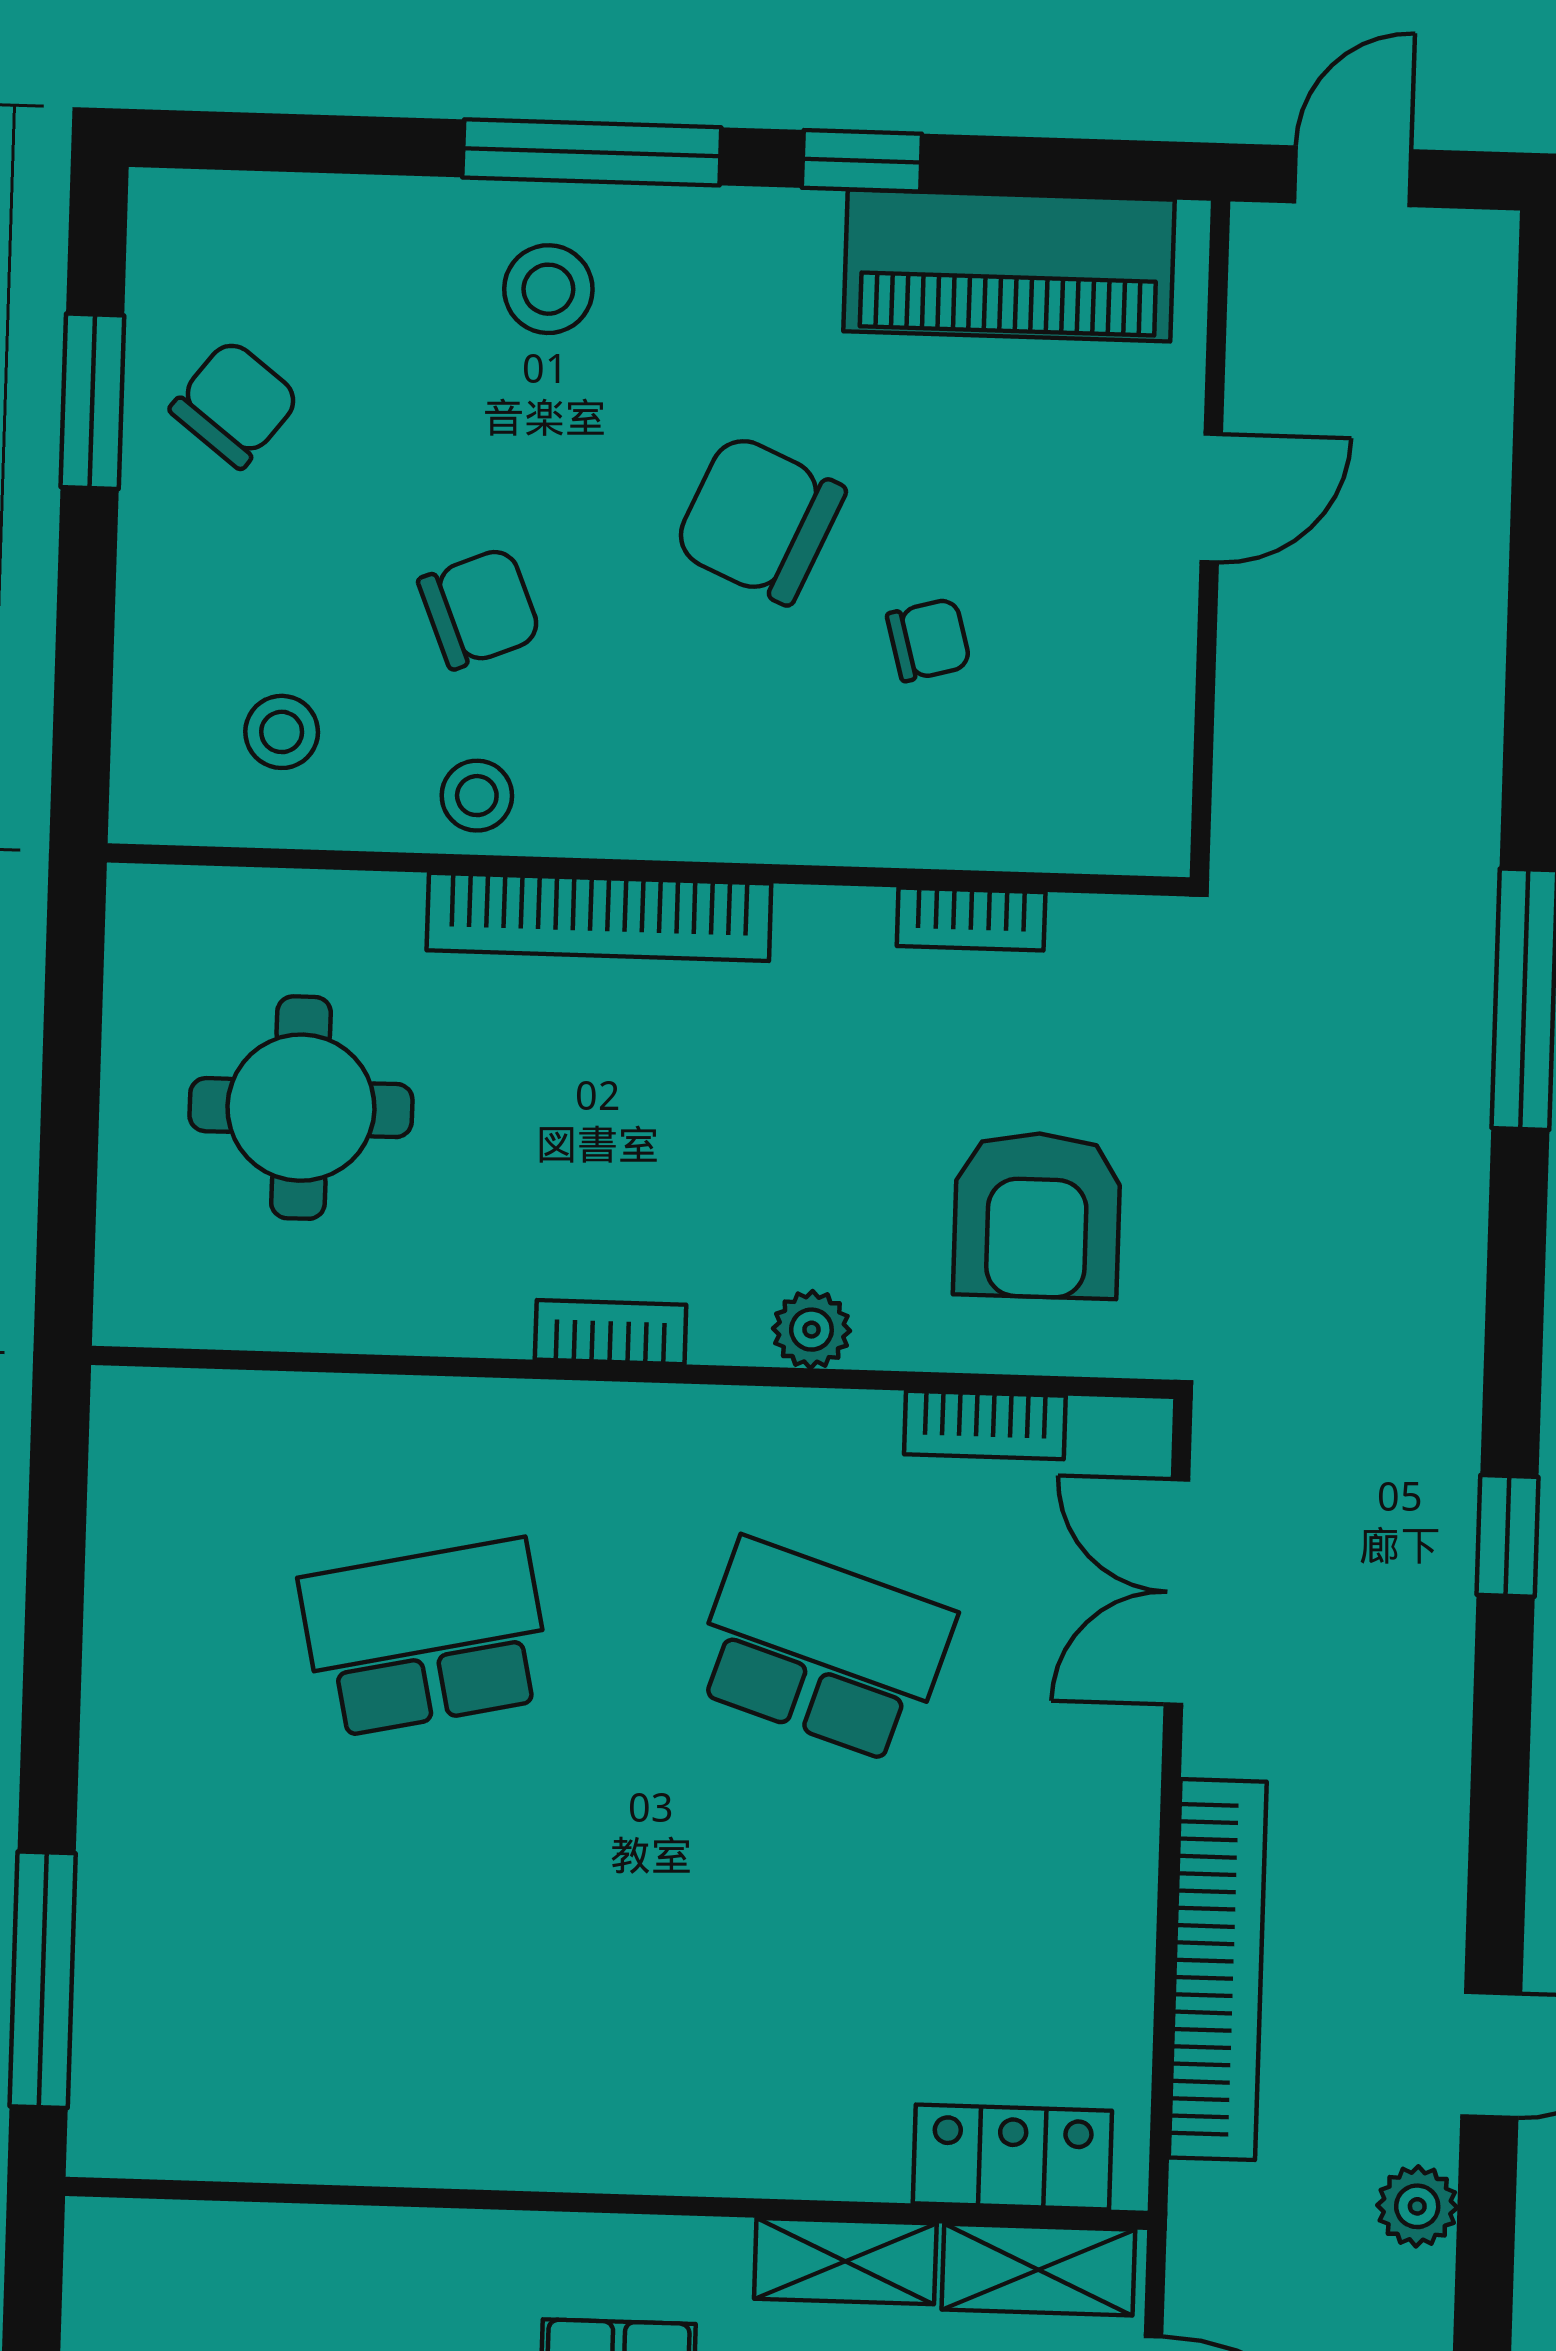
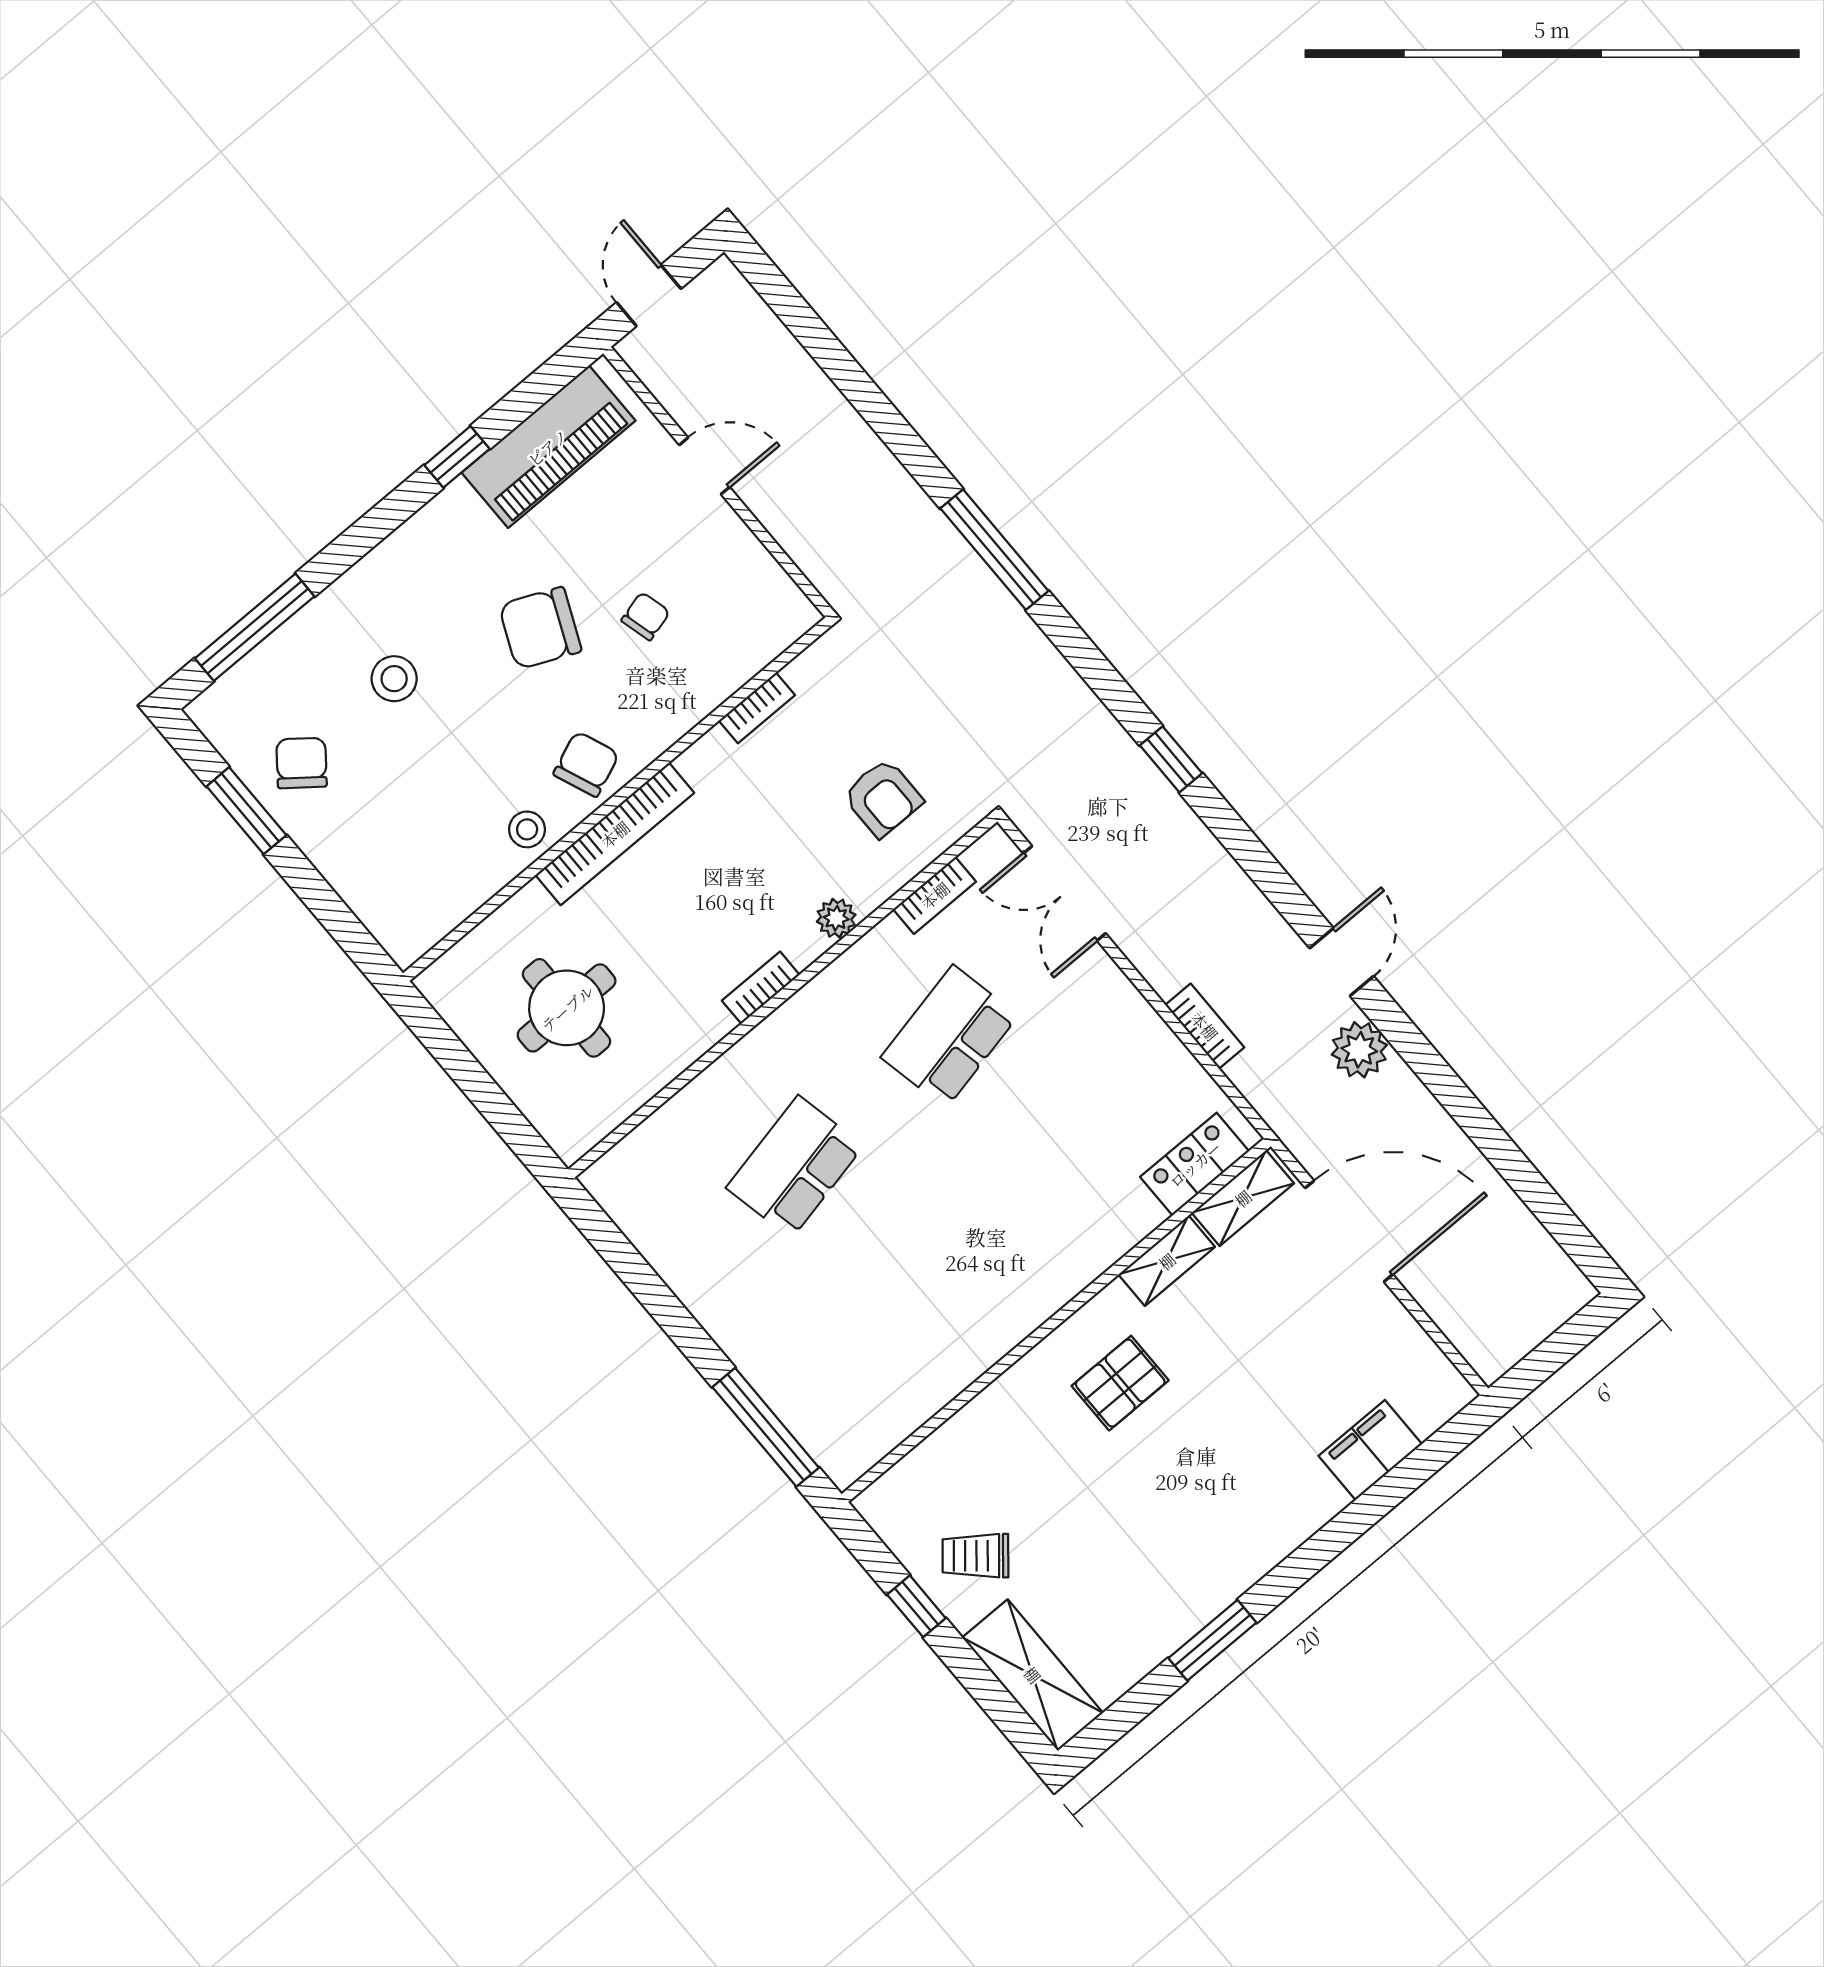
window: (592, 152) -> (255, 627), moved
stool: (548, 289) -> (394, 679), moved
door: (1211, 498) -> (705, 466), hinge flipped
chair: (480, 608) -> (586, 764), moved
stool: (282, 732) -> (431, 872), removed
armchair: (1037, 1215) -> (883, 798), width x0.72, depth x0.72
school desk: (822, 1650) -> (950, 1036), turned -30
bookcase: (1218, 1970) -> (1205, 1026), width x0.43, depth x0.76
plant: (1417, 2206) -> (1359, 1050), width x1.38, depth x1.38

